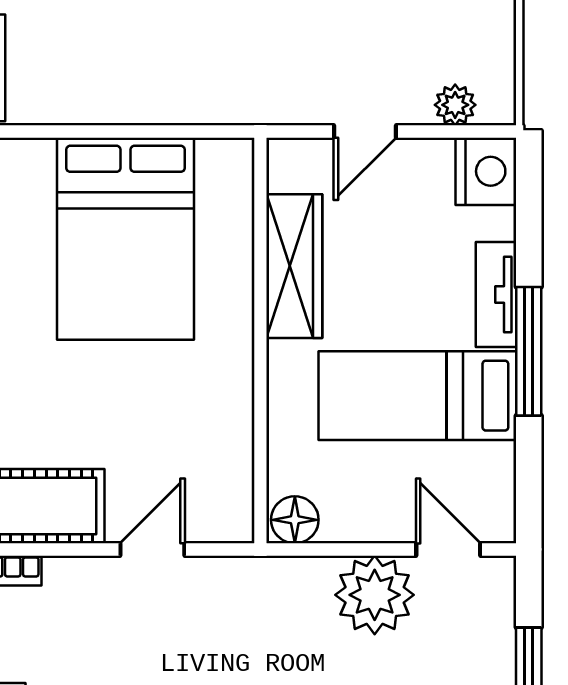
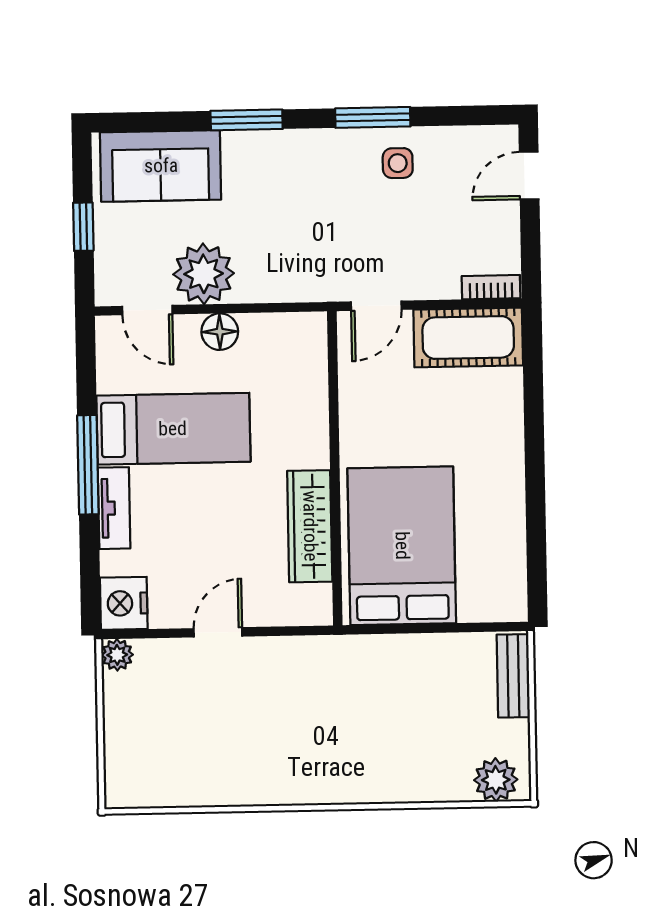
plant: (455, 105) -> (117, 655), moved
wardrobe: (294, 266) -> (310, 526), moved
wall: (260, 340) -> (335, 468), moved
floor lamp: (295, 520) -> (220, 332), moved

